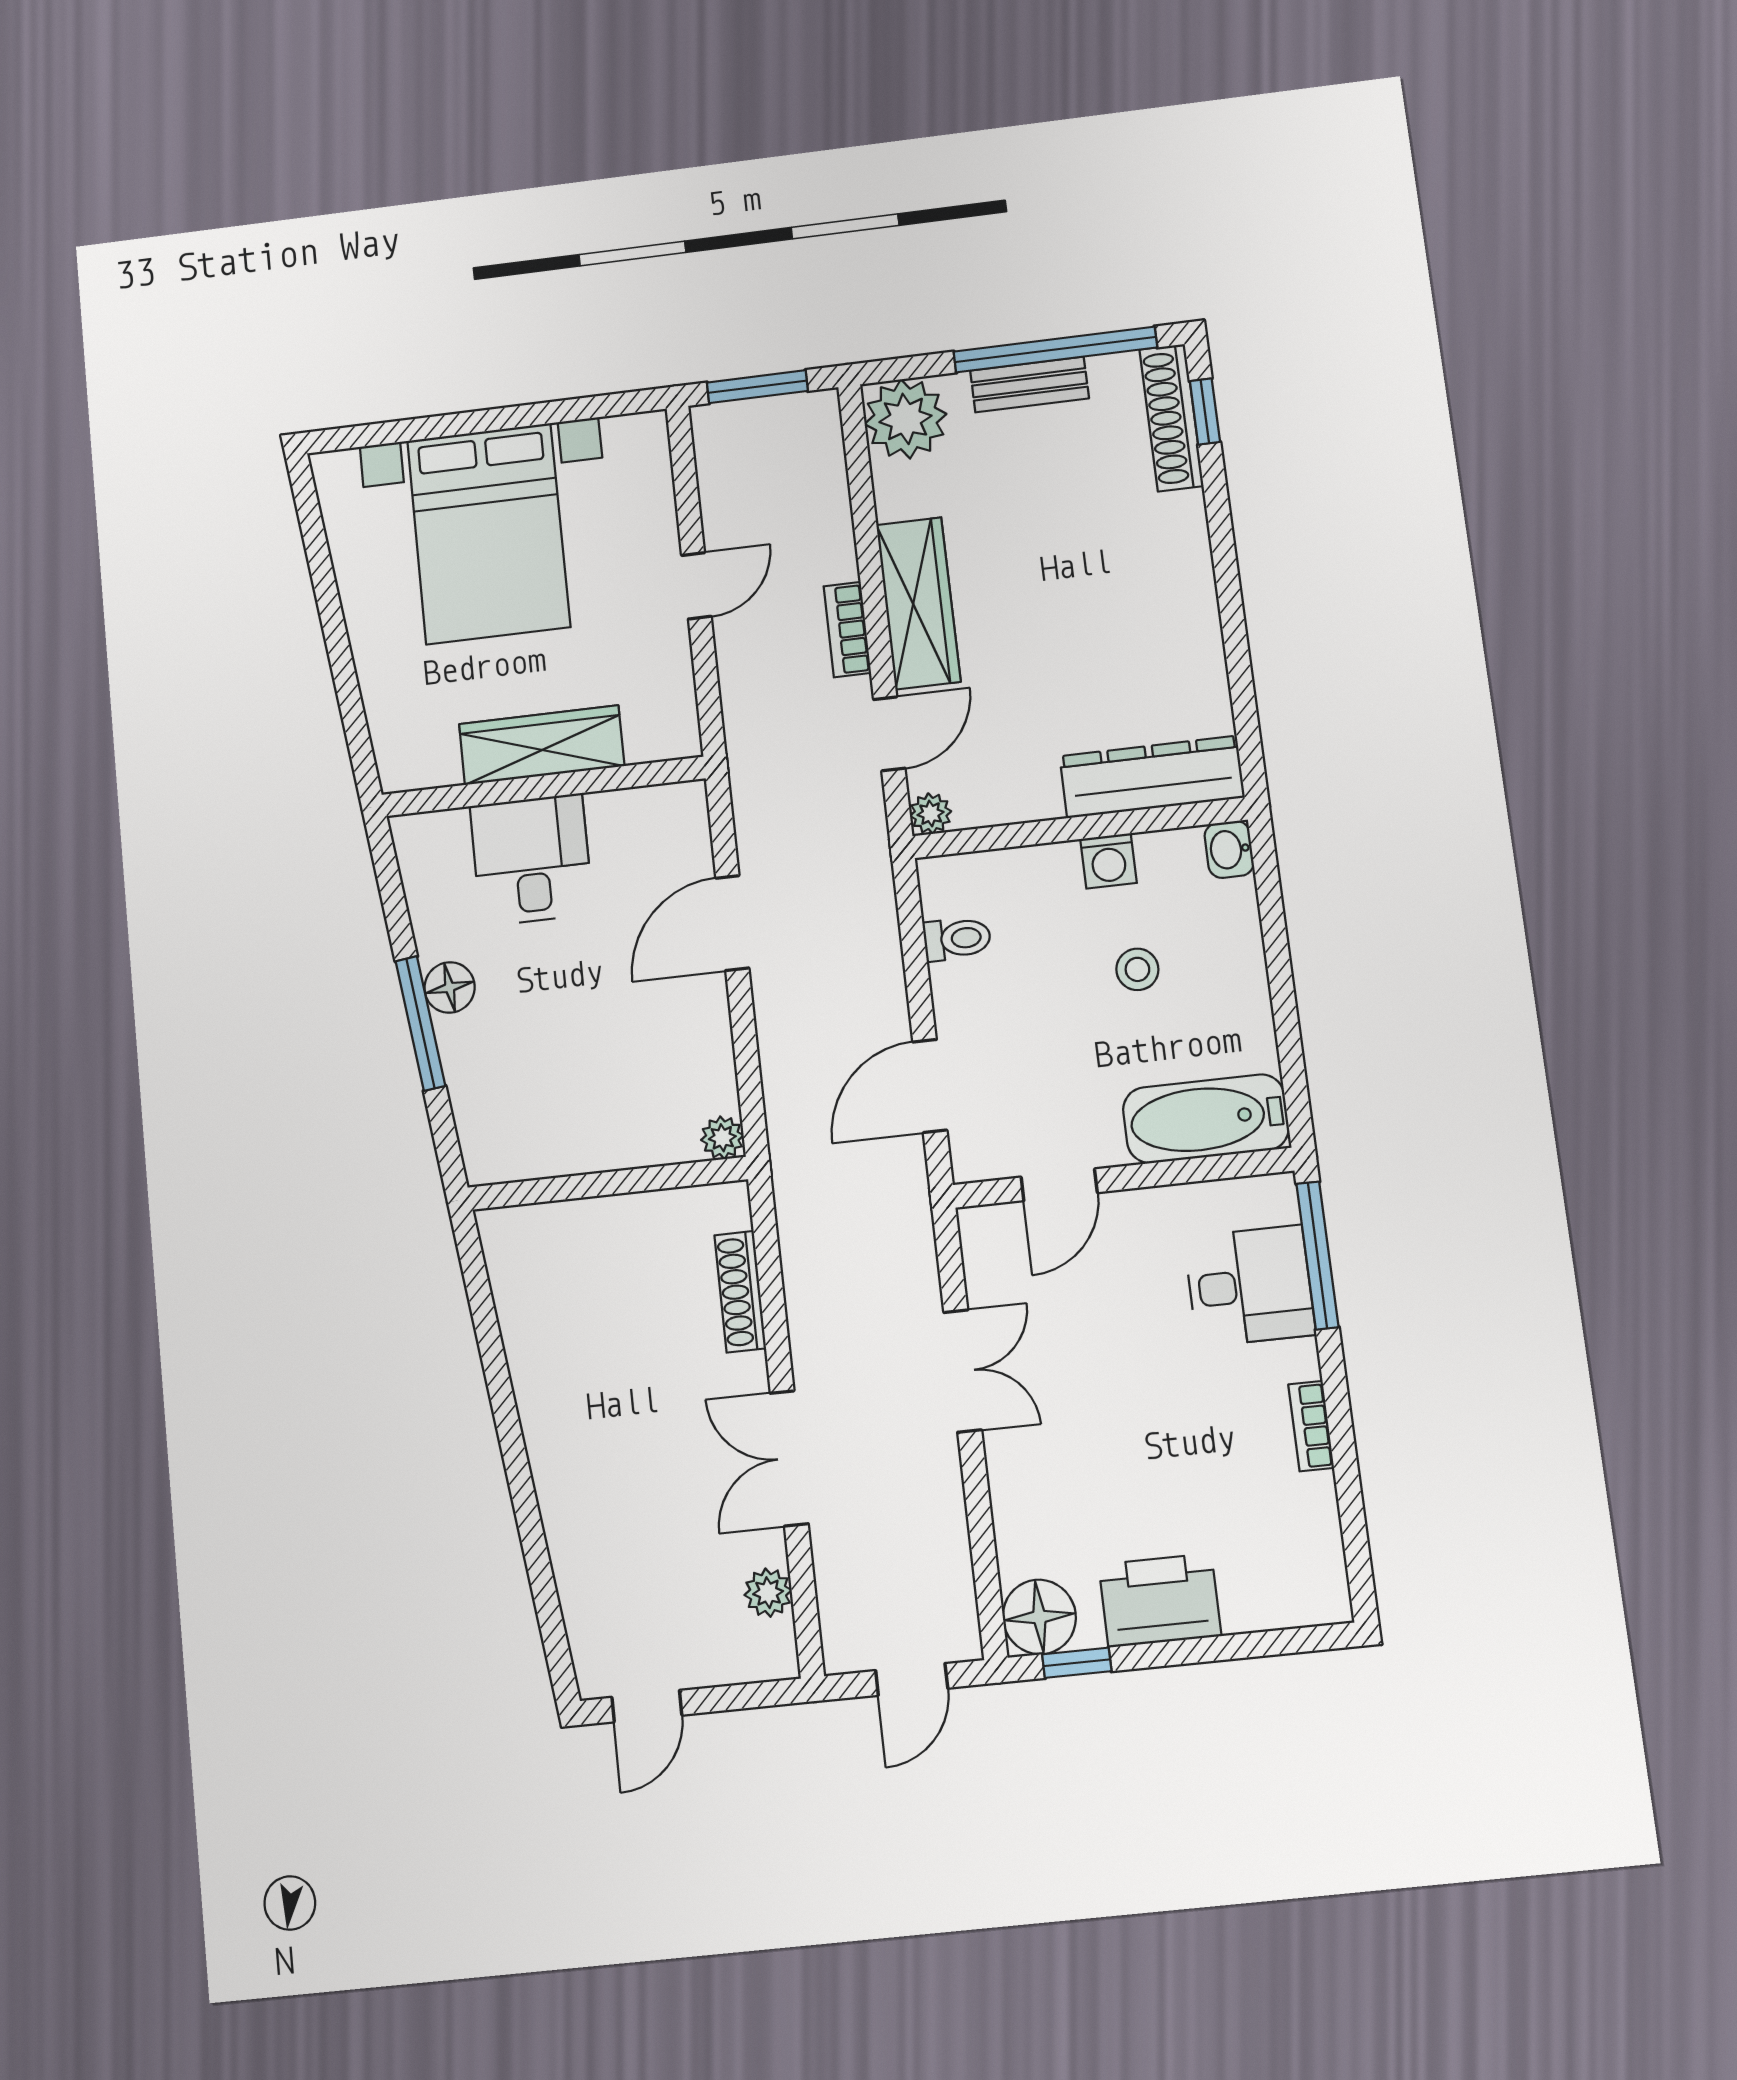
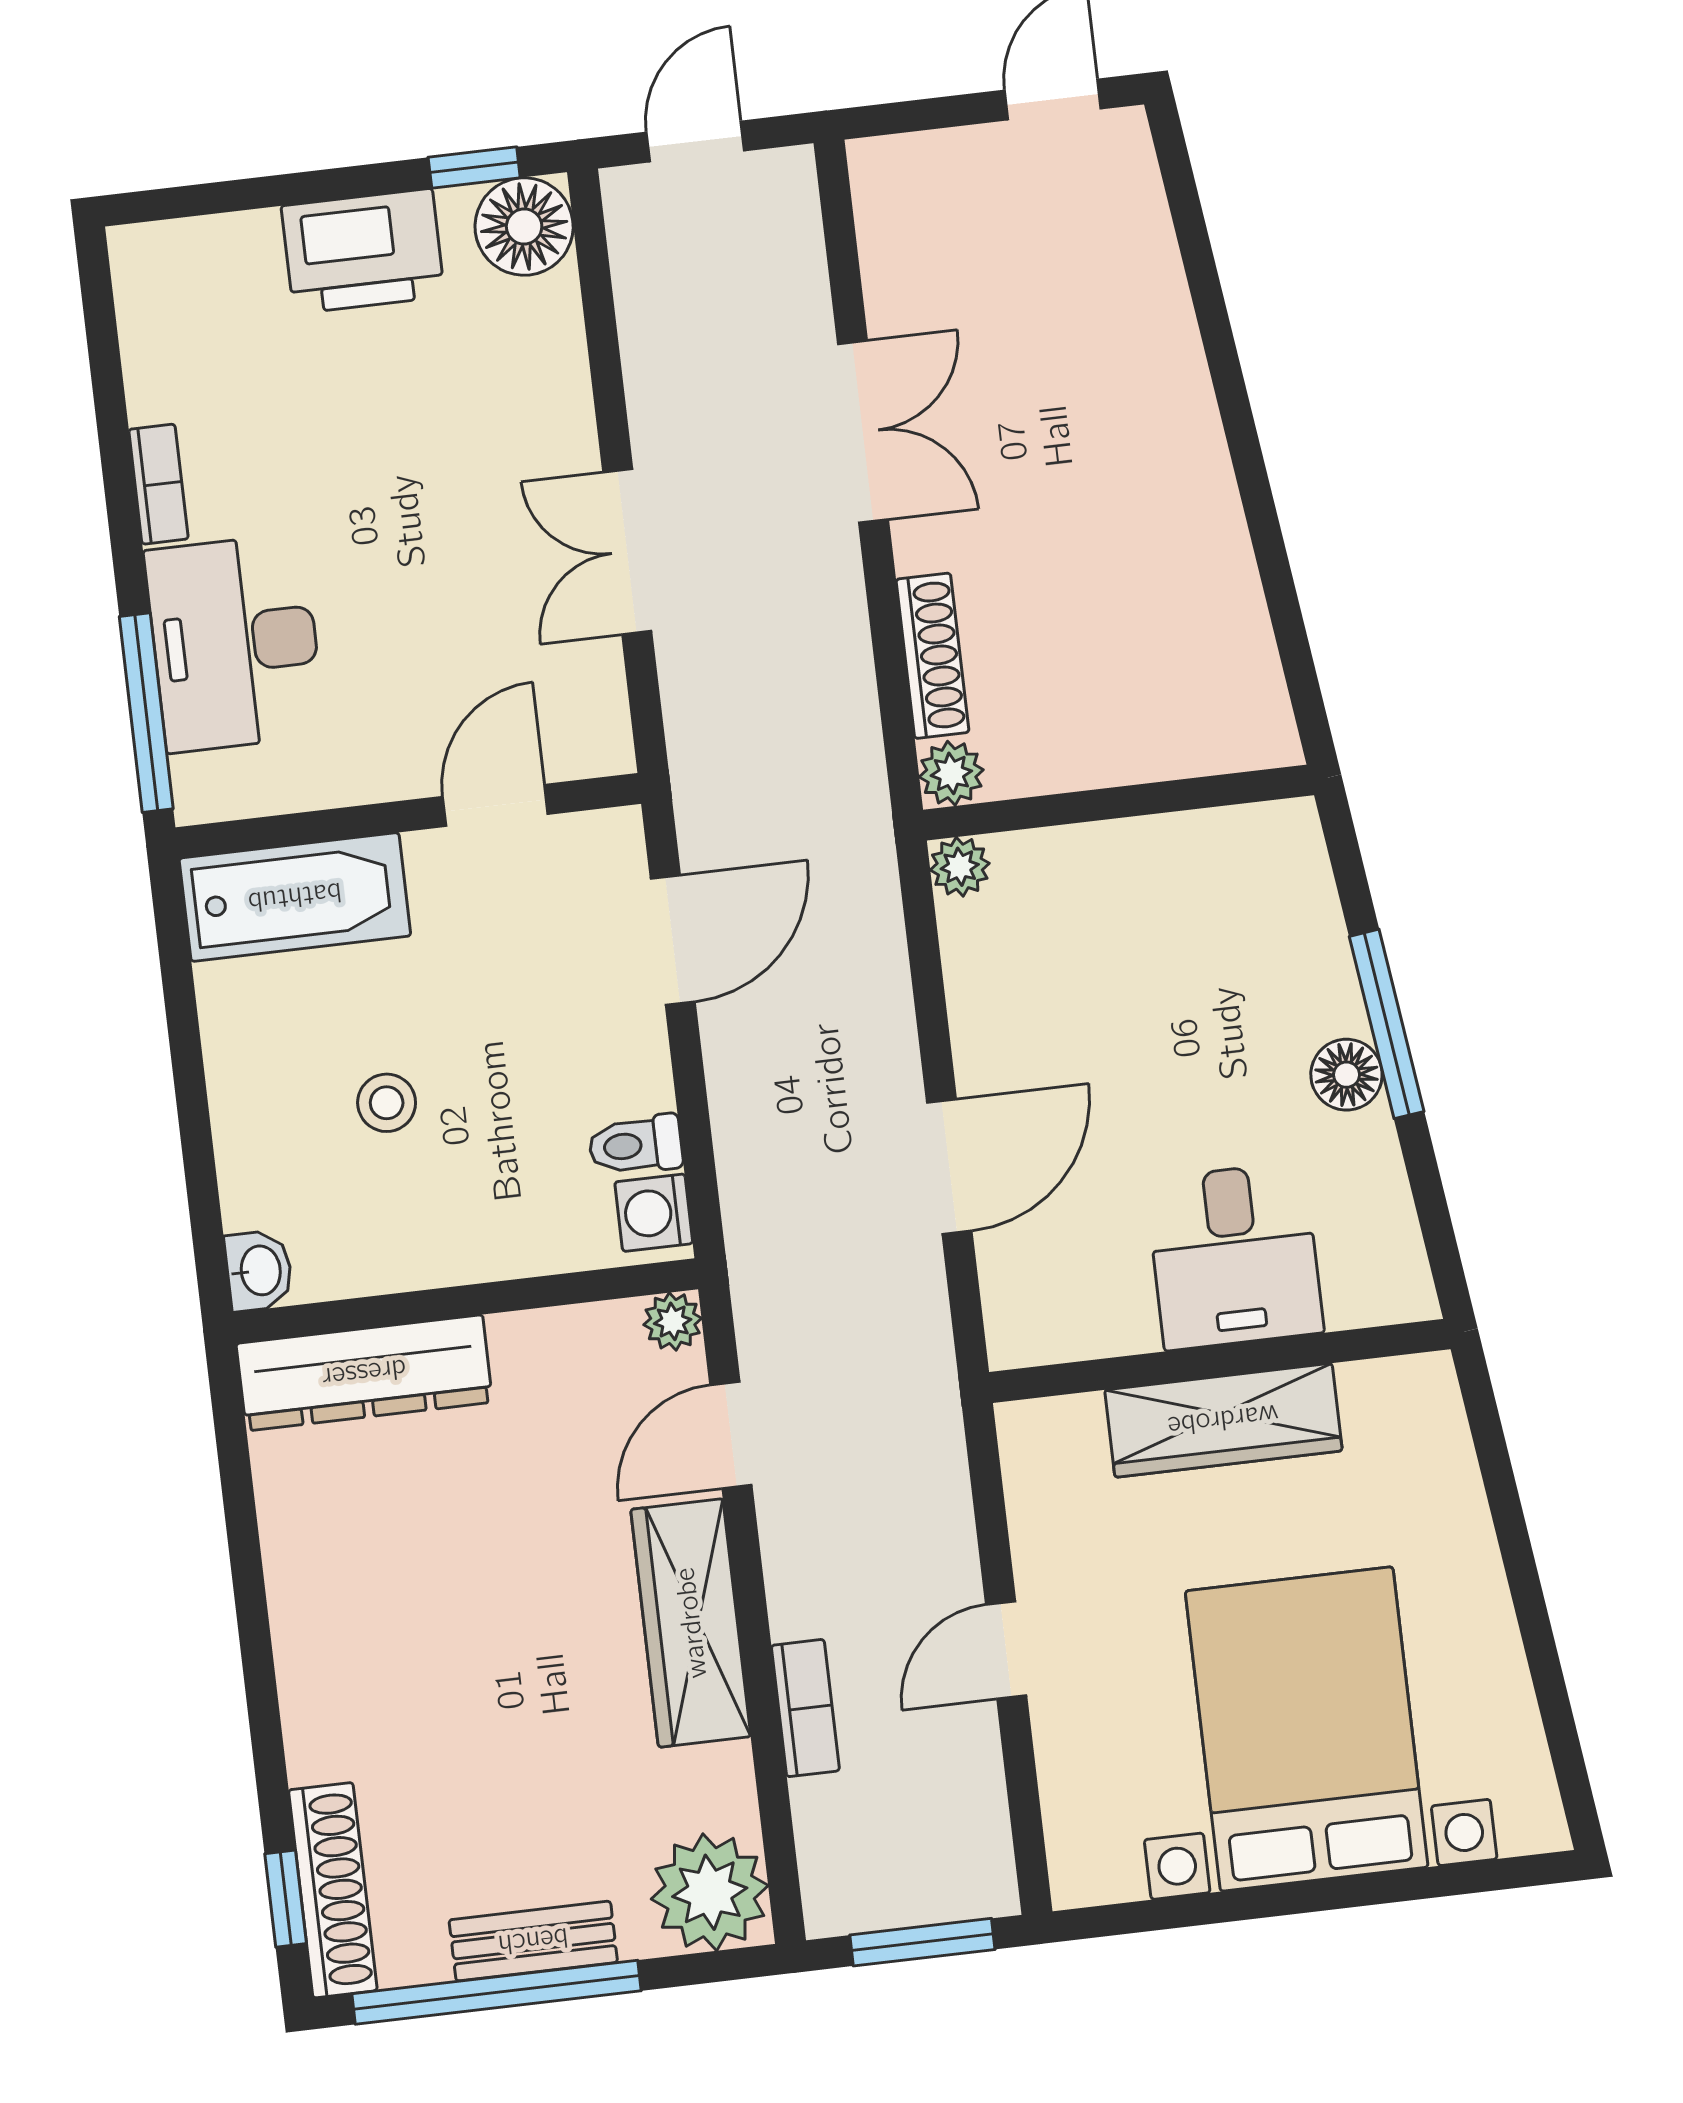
bookcase: (847, 630) -> (805, 1708), moved
washing machine: (1108, 861) -> (654, 1213), moved, turned -90
desk: (1250, 1286) -> (235, 643), width x1.37
plant: (768, 1593) -> (951, 773), moved

